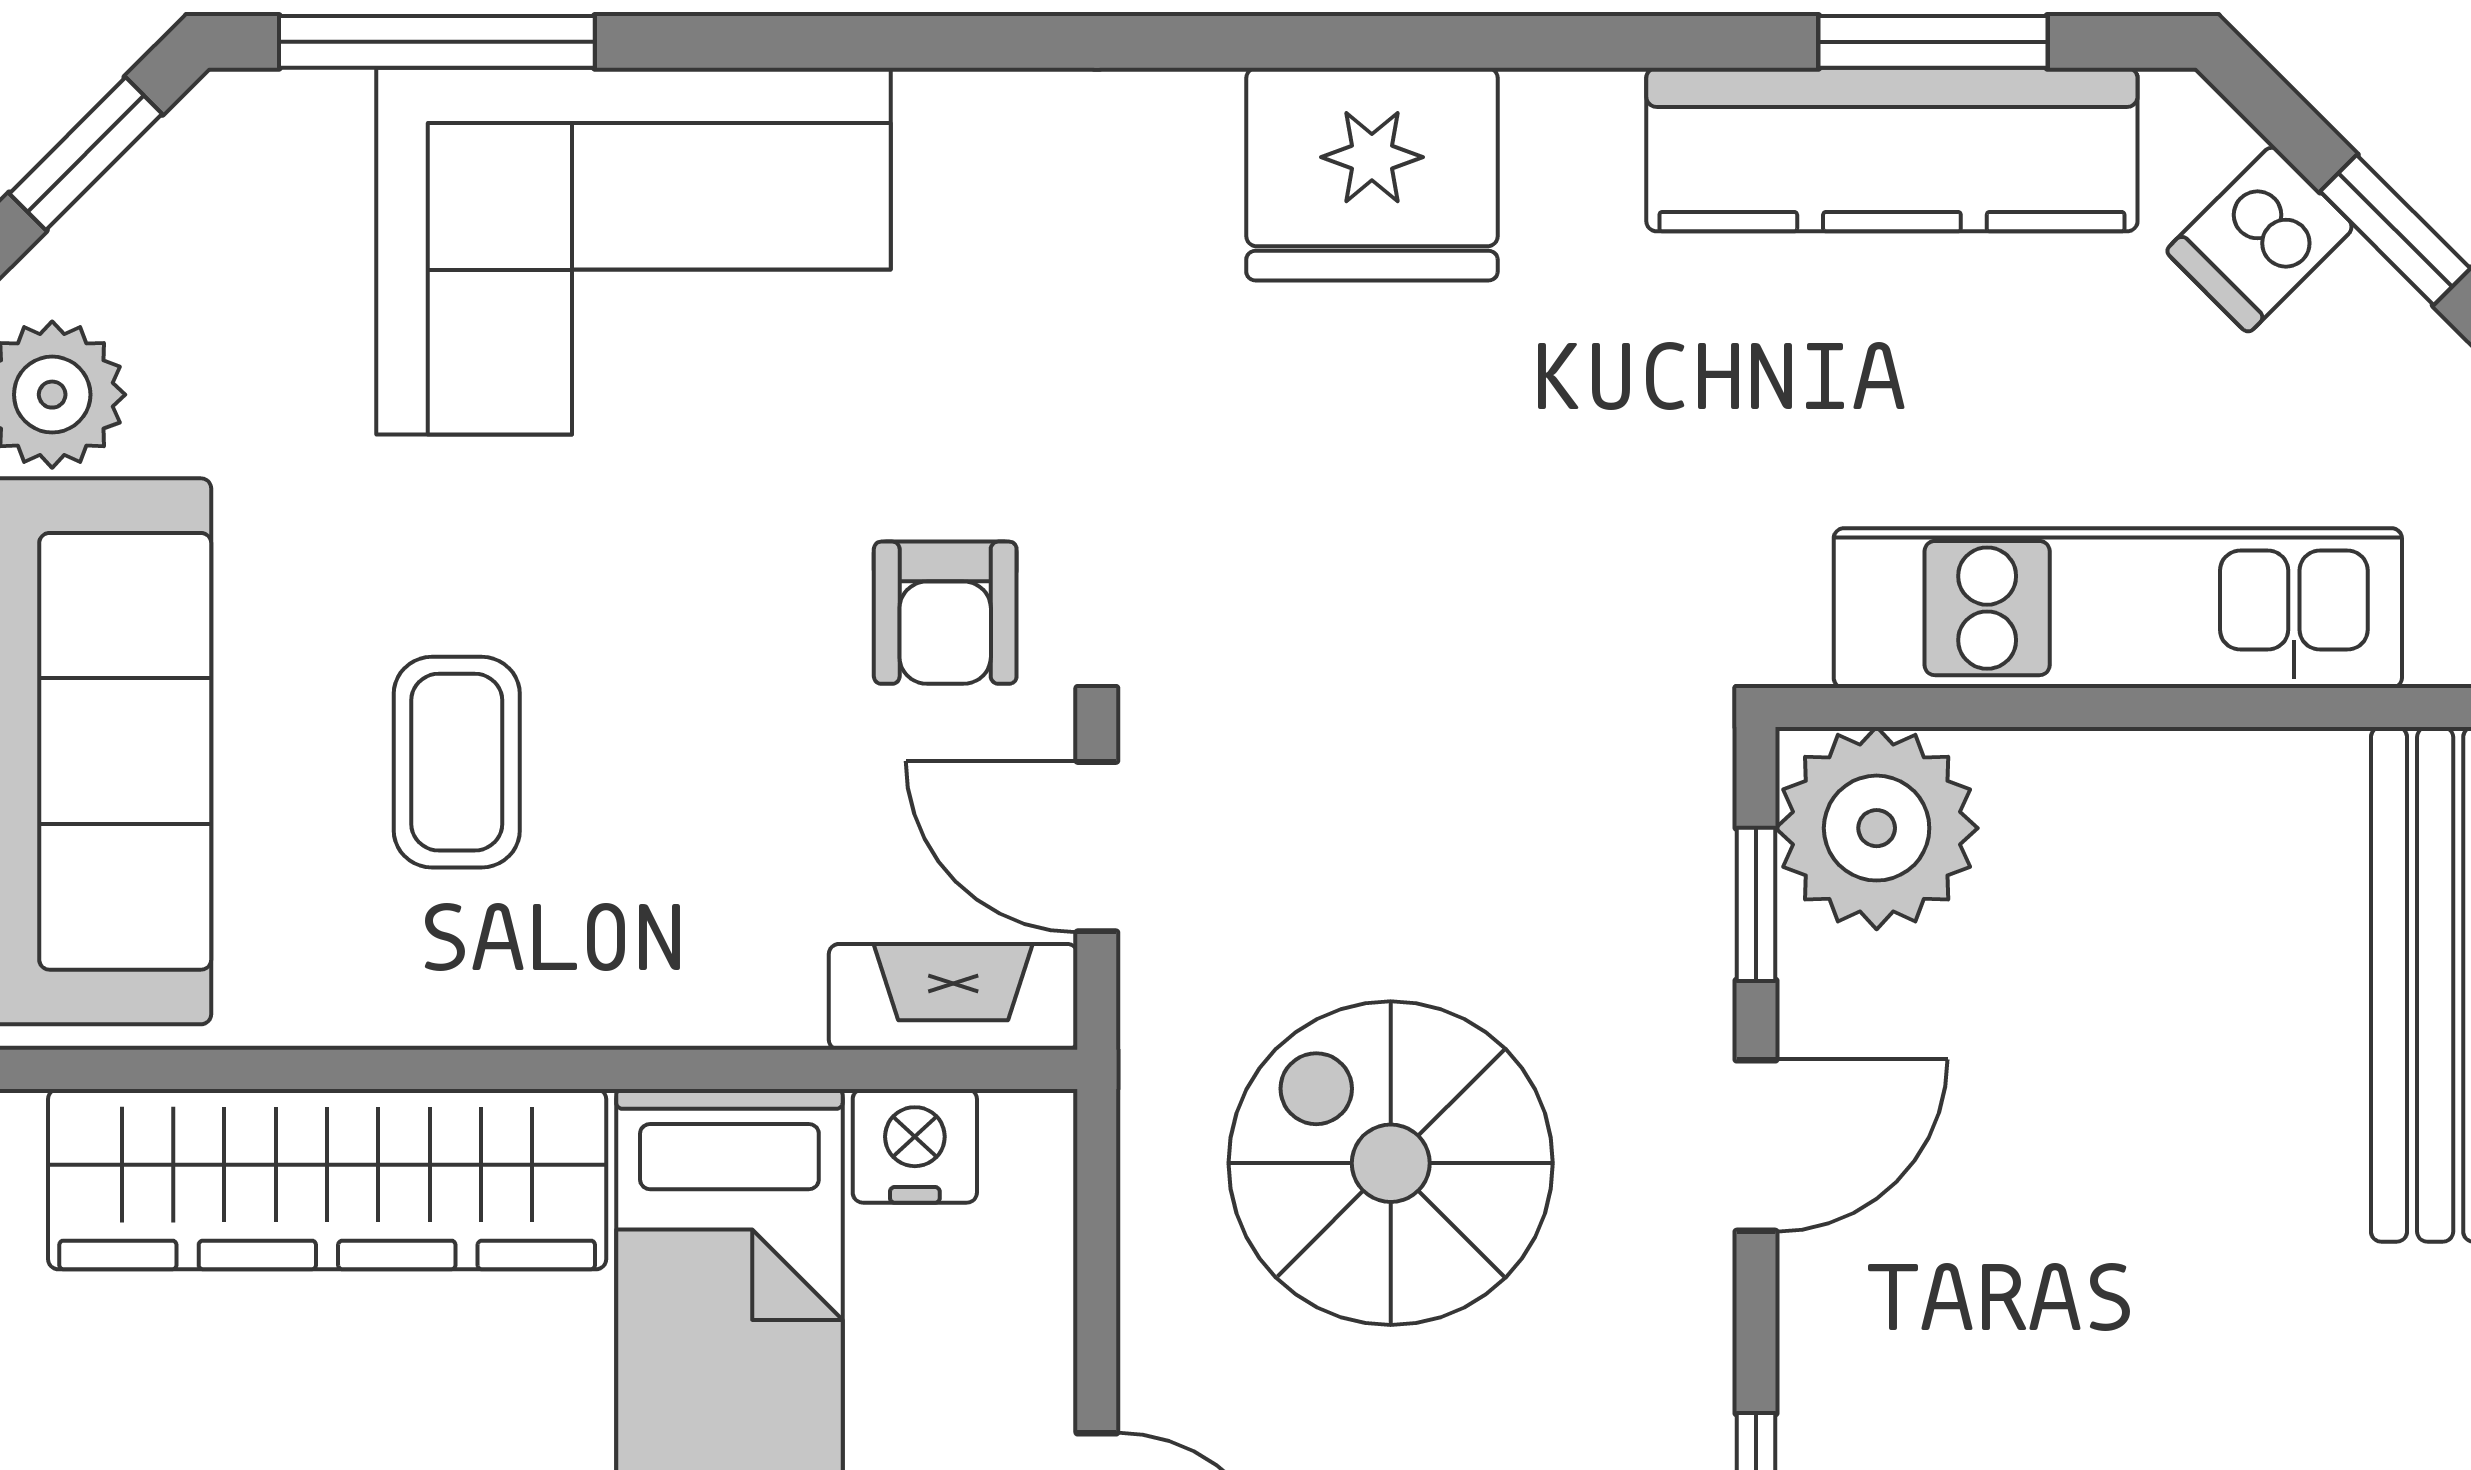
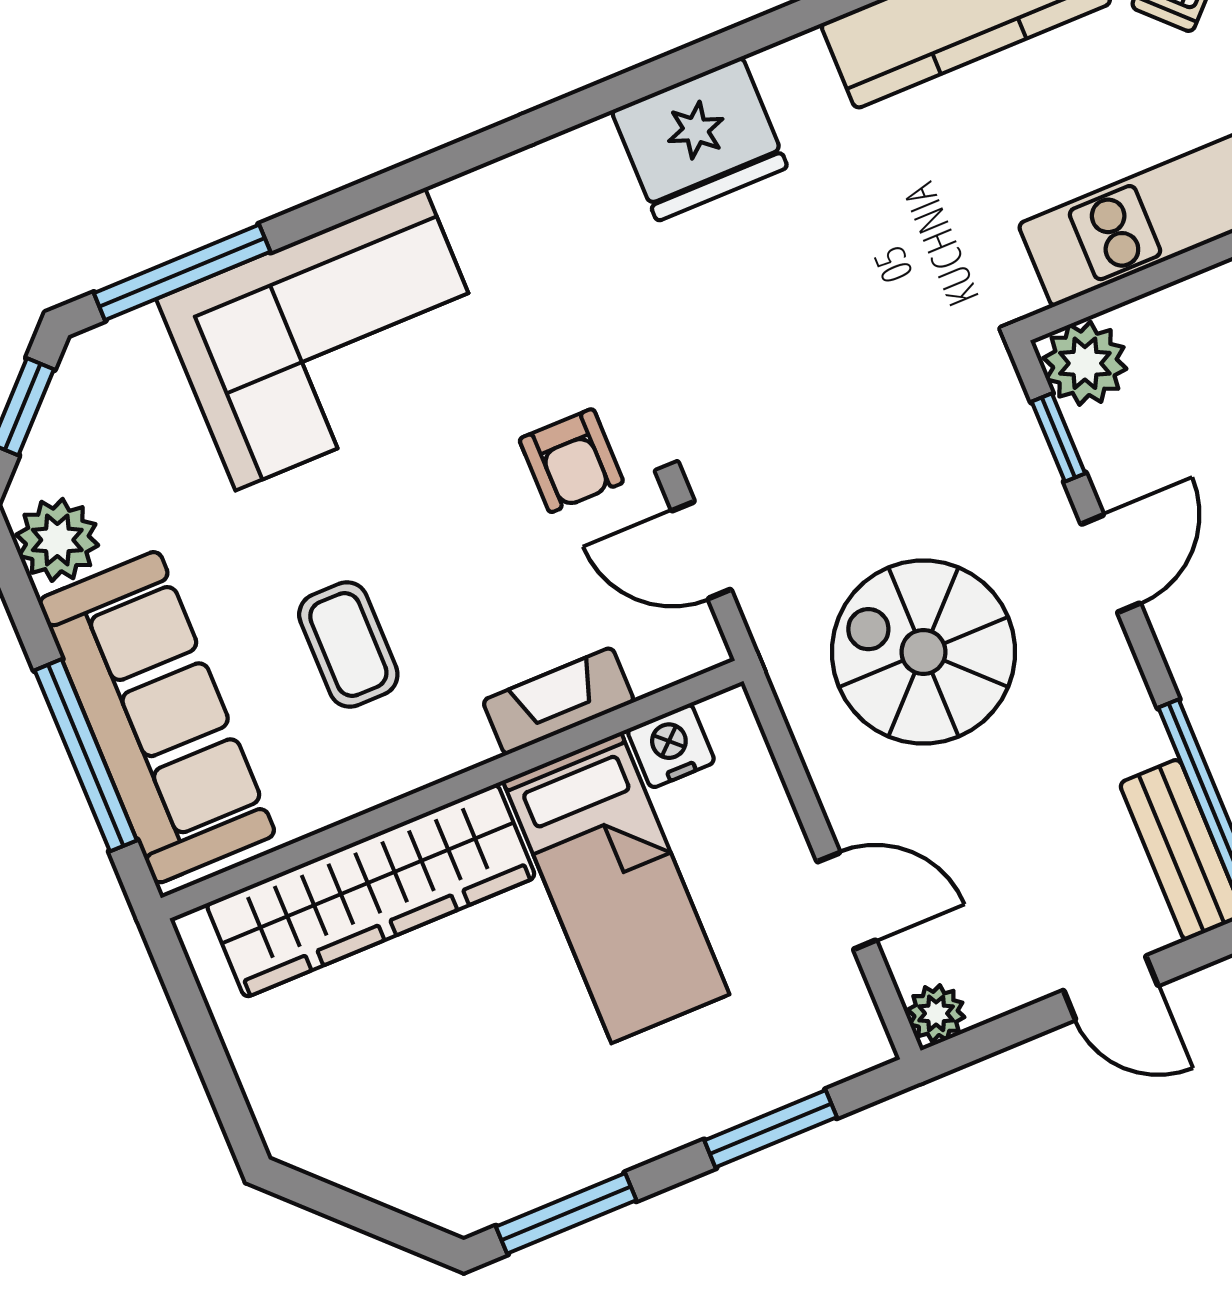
plant: (1877, 828) -> (1085, 363), width x0.73, depth x0.73
fireplace: (953, 997) -> (559, 701), moved

